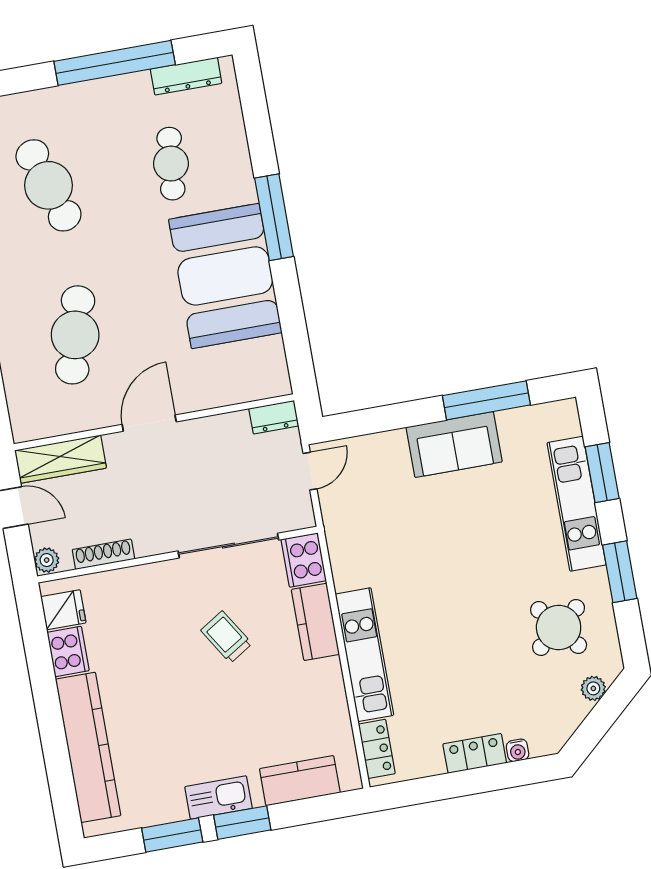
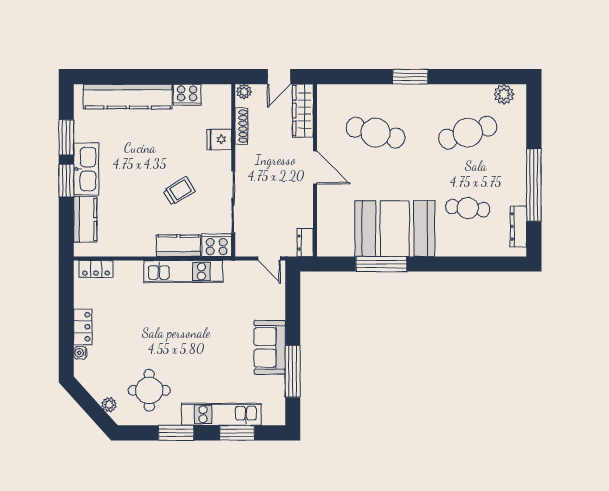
window: (274, 217) -> (381, 264), moved
fridge: (63, 610) -> (219, 139), moved, turned 90
round table: (559, 628) -> (149, 390), turned 38
kitchen unit: (364, 655) -> (183, 271), moved
kitchen sink: (218, 798) -> (86, 169), width x1.36, depth x1.24

